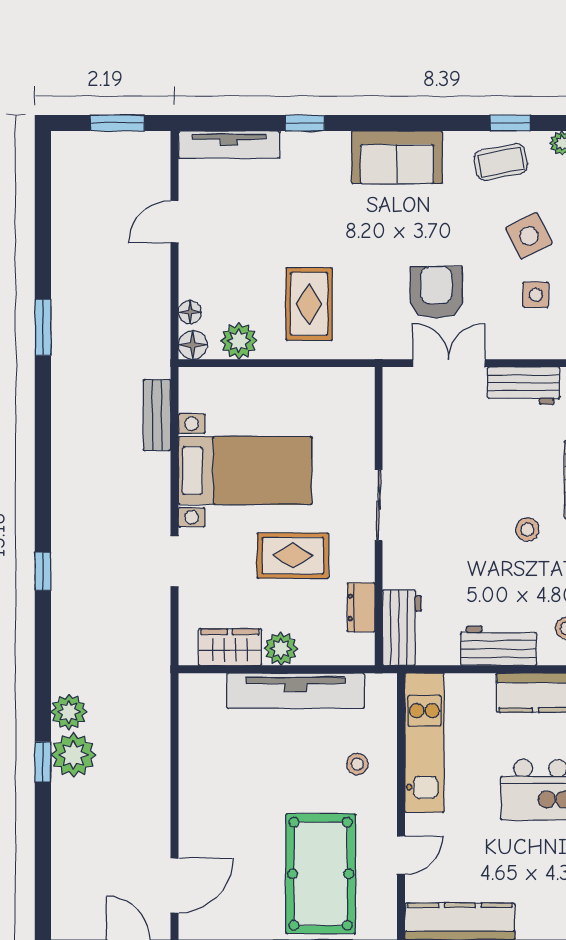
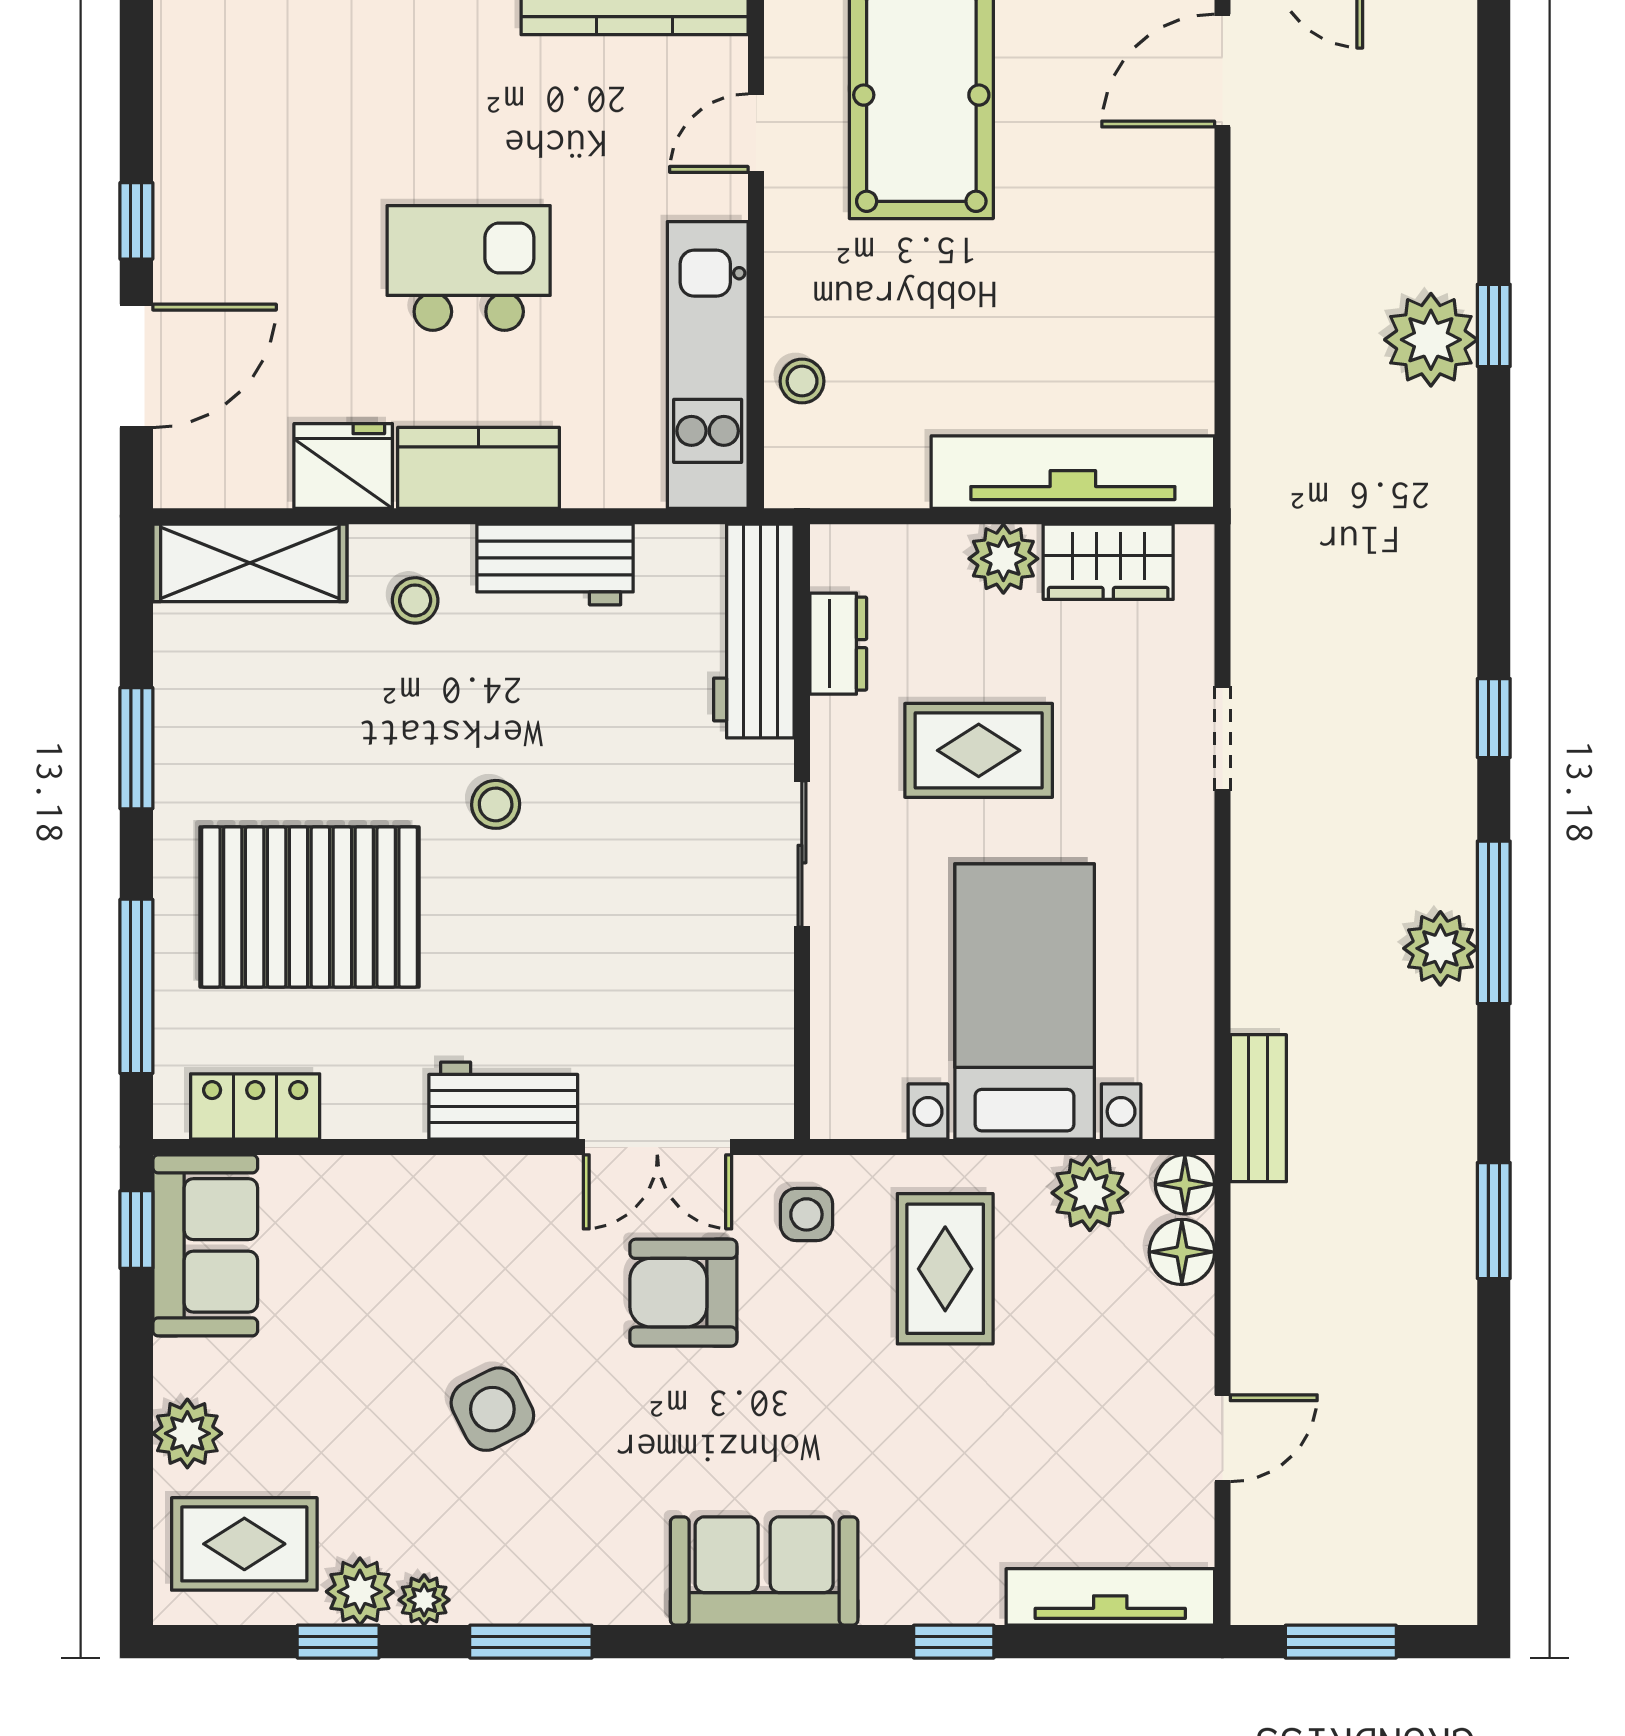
window: (510, 123) -> (531, 1642), width x1.50
coffee table: (501, 162) -> (550, 1561), removed
armchair: (436, 292) -> (683, 1293), turned 90
side table: (536, 295) -> (806, 1214), moved
floor lamp: (190, 312) -> (1182, 1252), width x1.37, depth x1.37
bench: (157, 415) -> (1258, 1108), moved
bed with nightstands: (245, 470) -> (1025, 1001), moved, turned 90
window: (43, 472) -> (1494, 922), added
workbench: (402, 628) -> (754, 631), width x1.37
tv unit: (296, 691) -> (1073, 472), moved
plant: (69, 712) -> (1440, 948), moved
stool: (357, 764) -> (802, 381), moved

